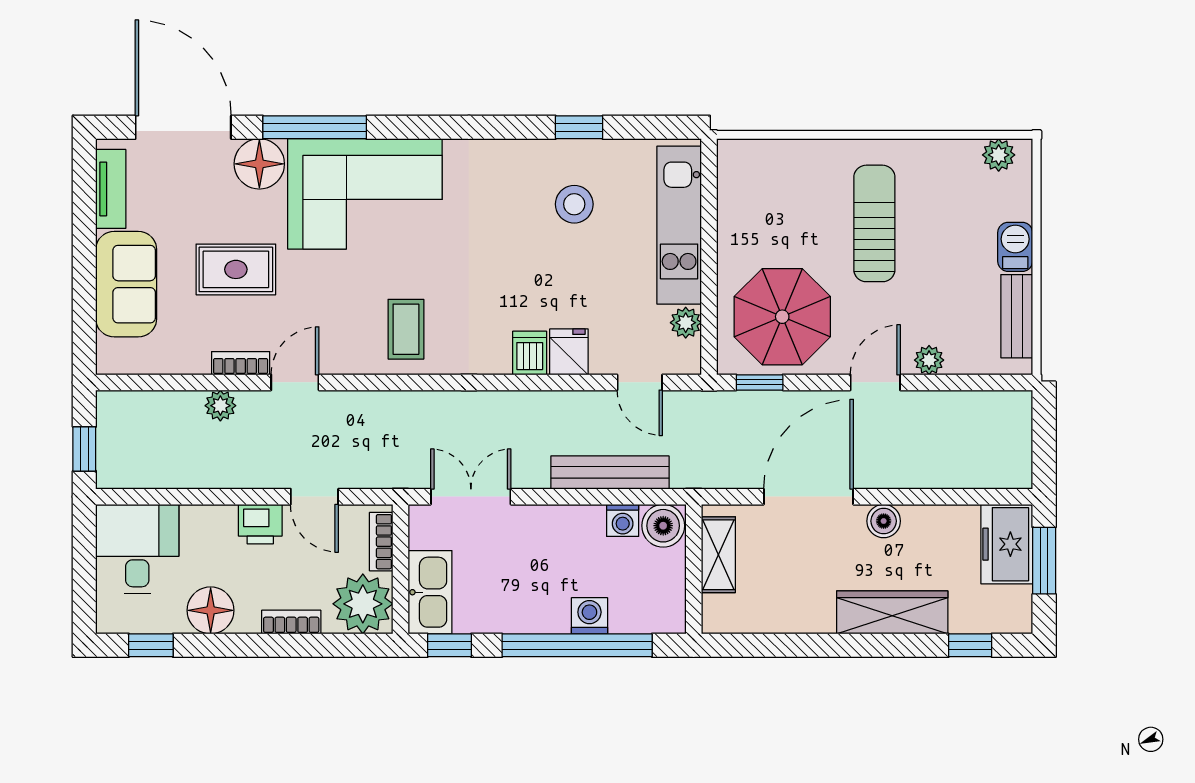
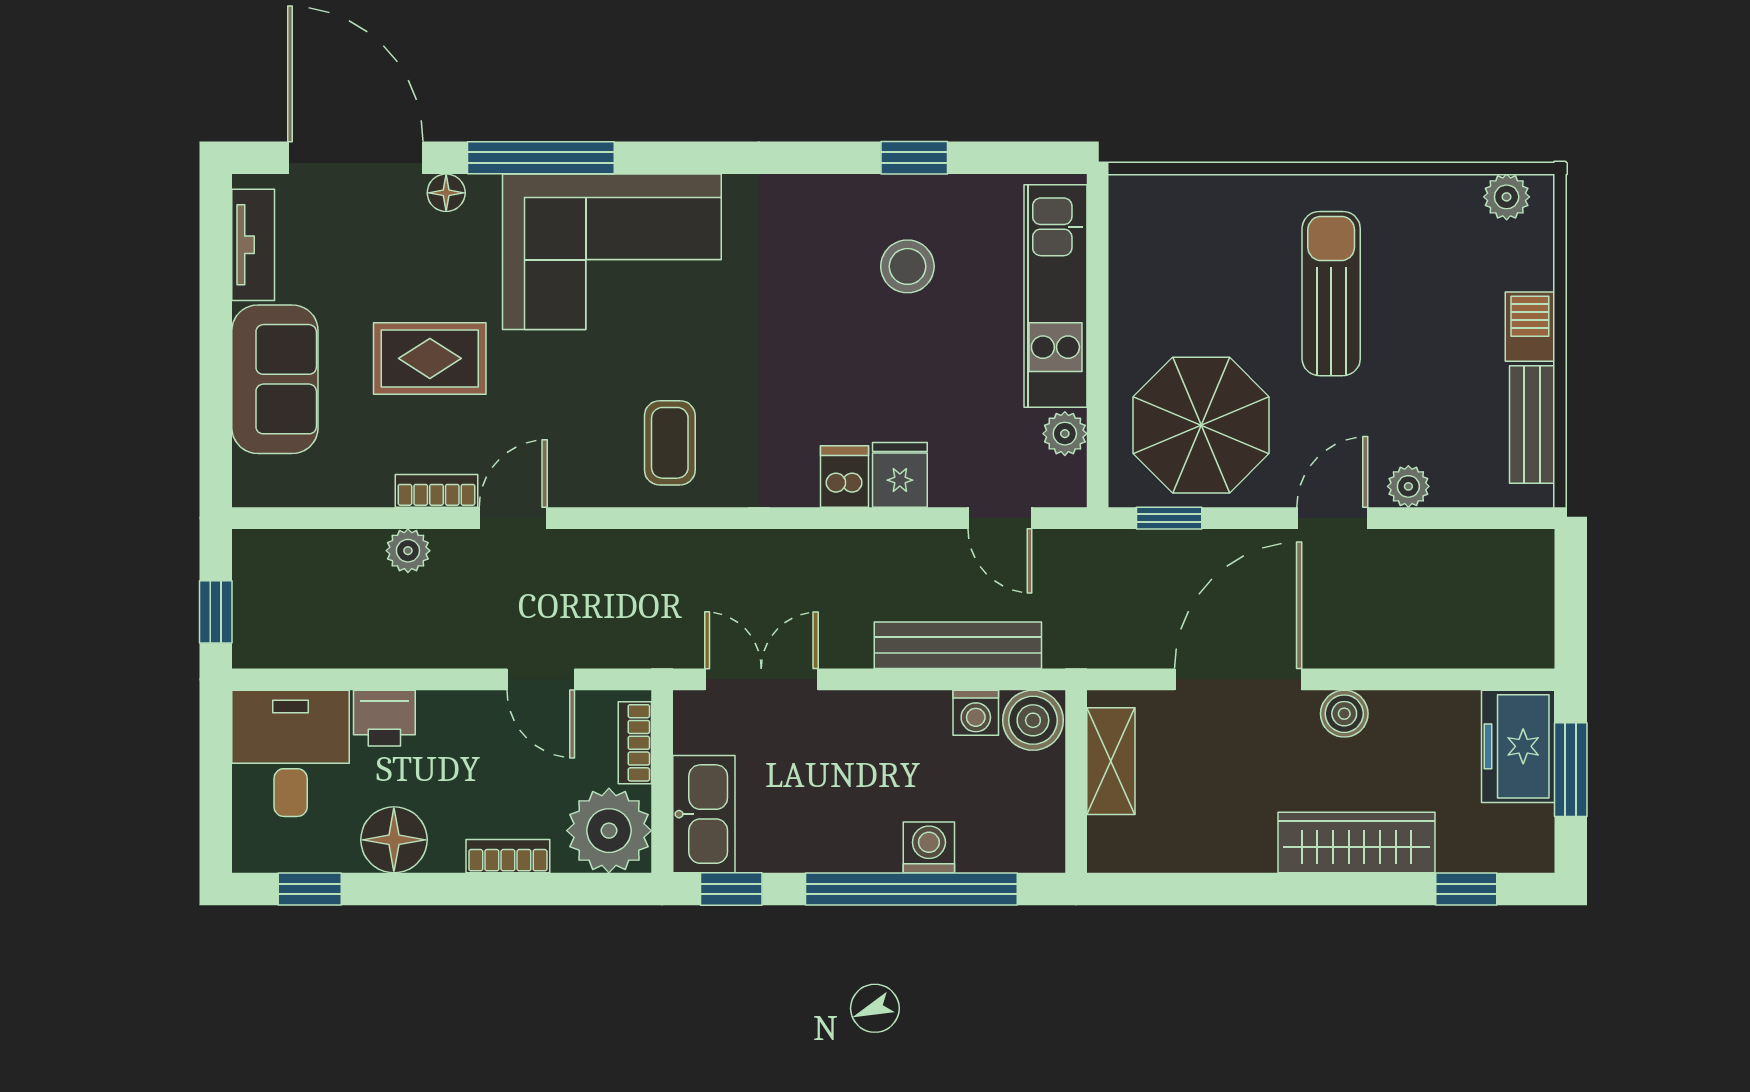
floor lamp: (259, 164) -> (446, 193), width x0.53, depth x0.53
printer: (260, 524) -> (384, 718), moved

